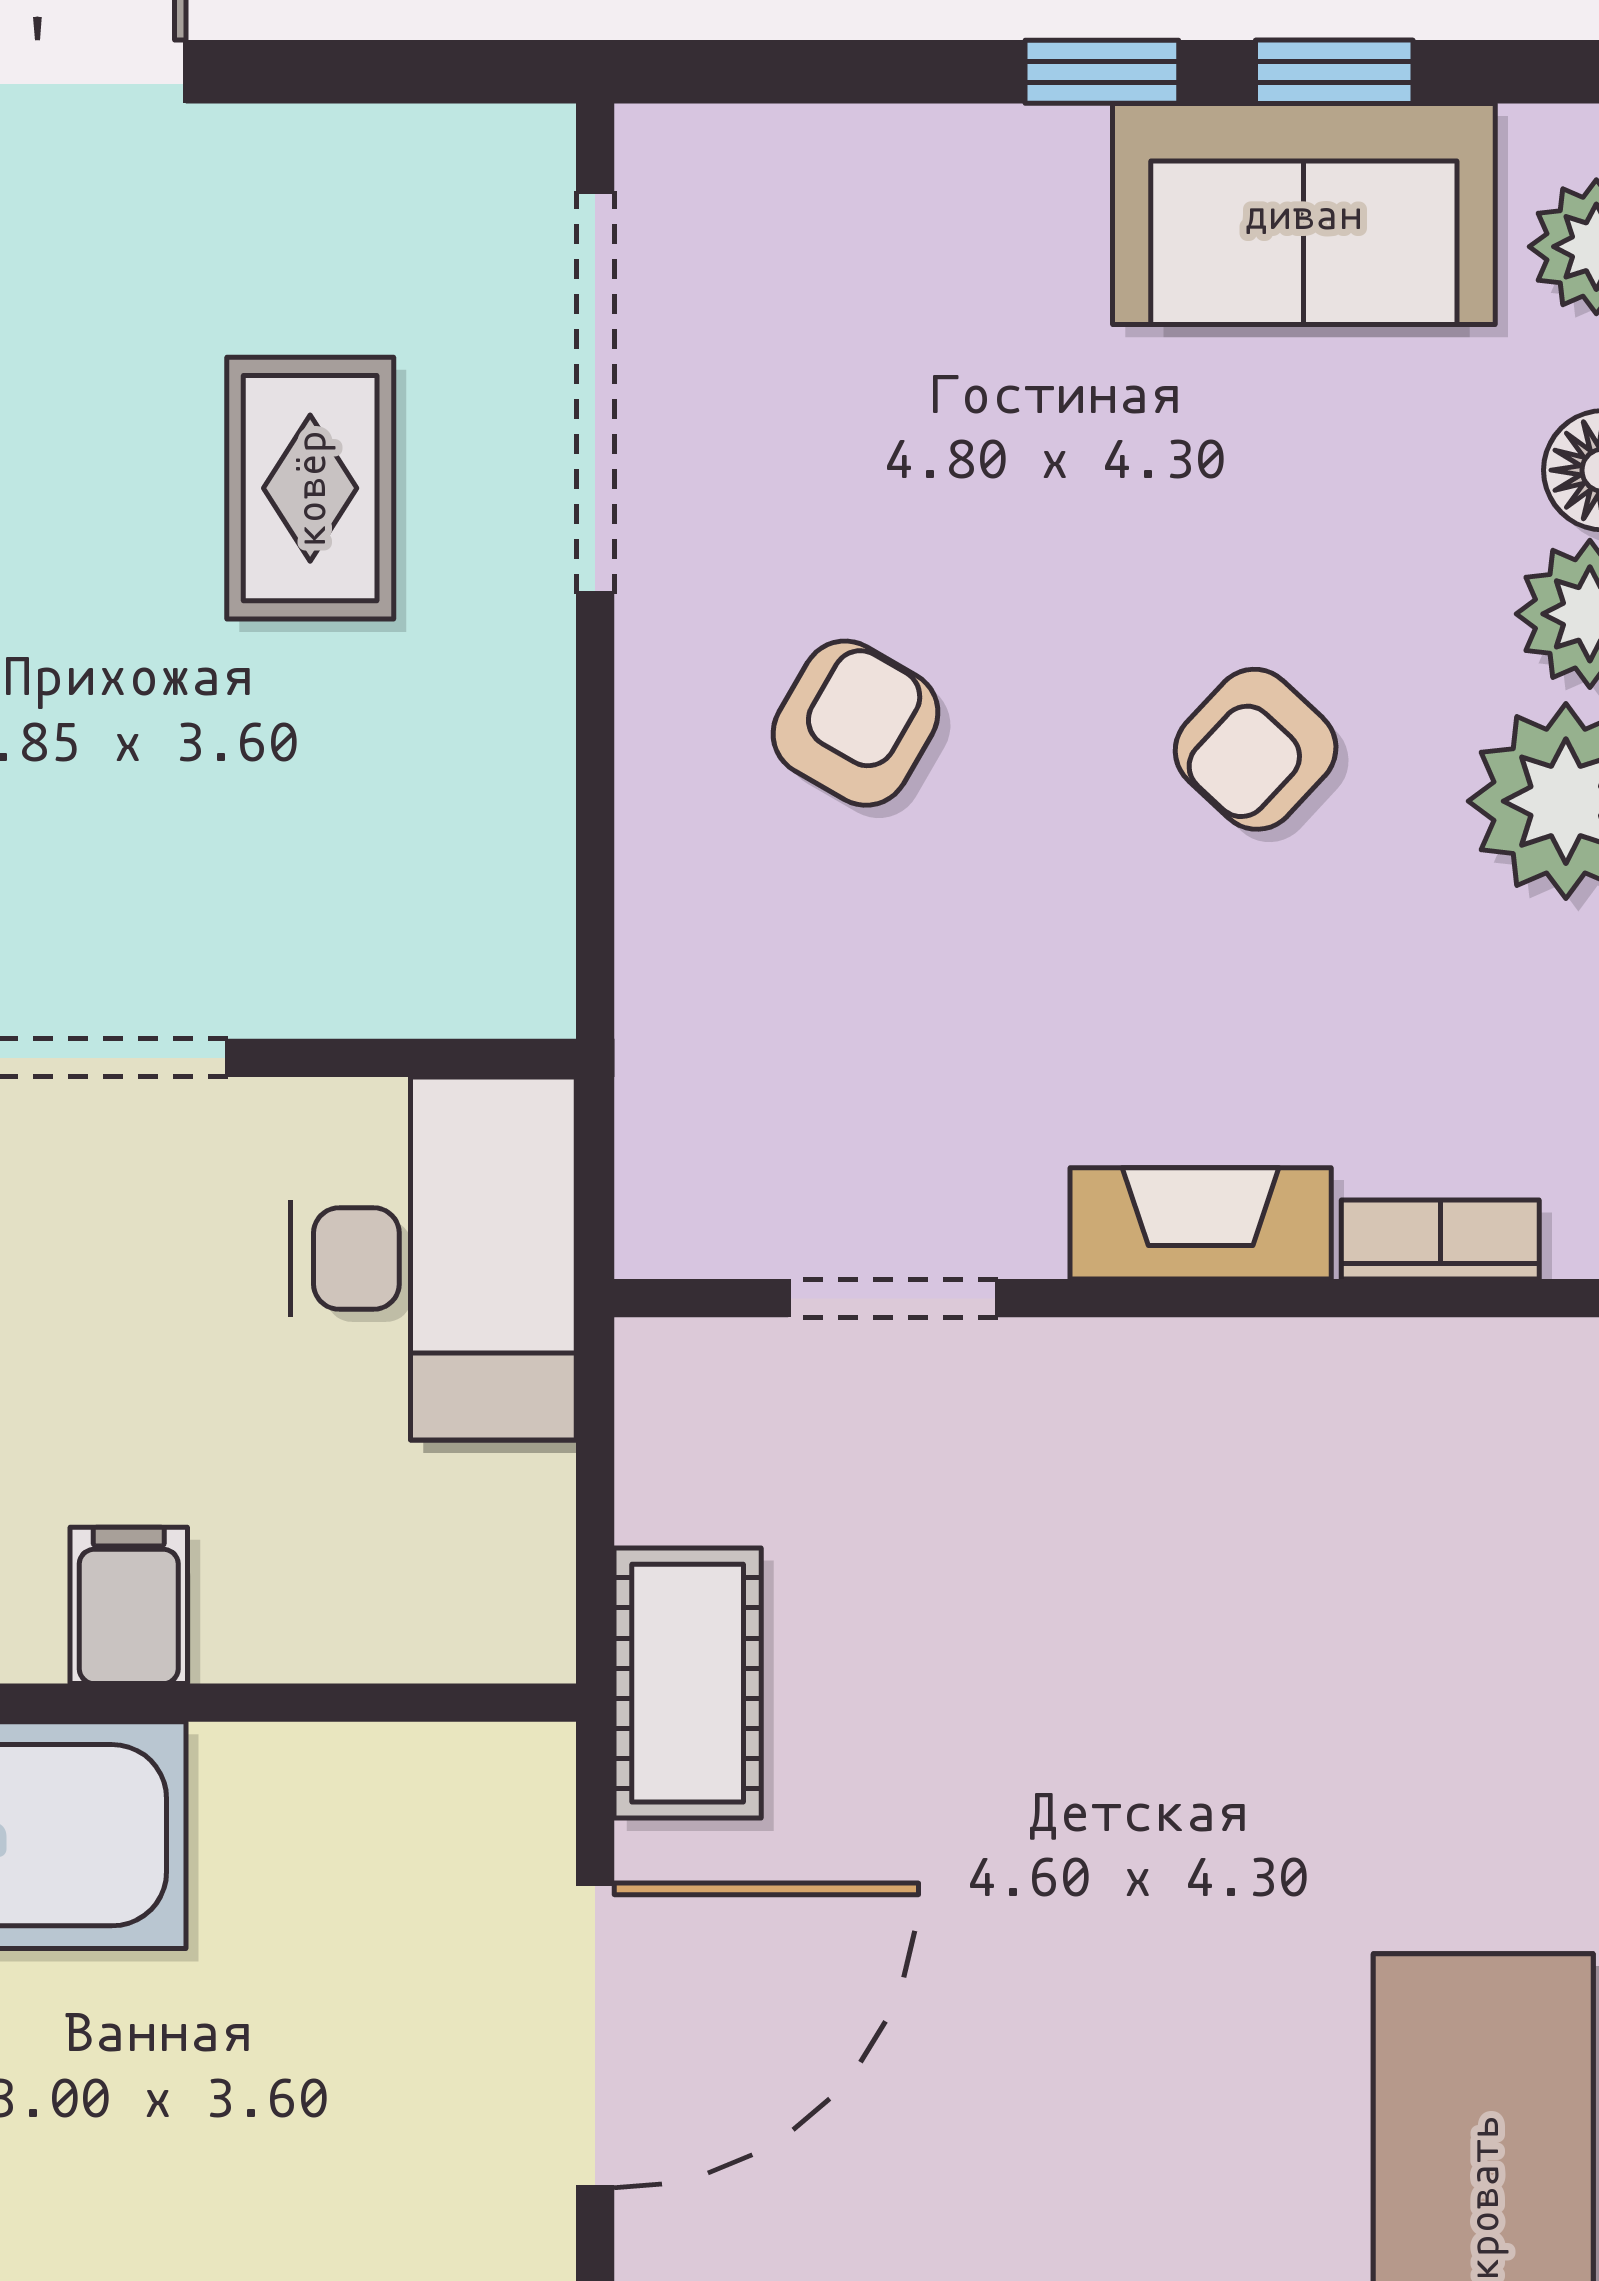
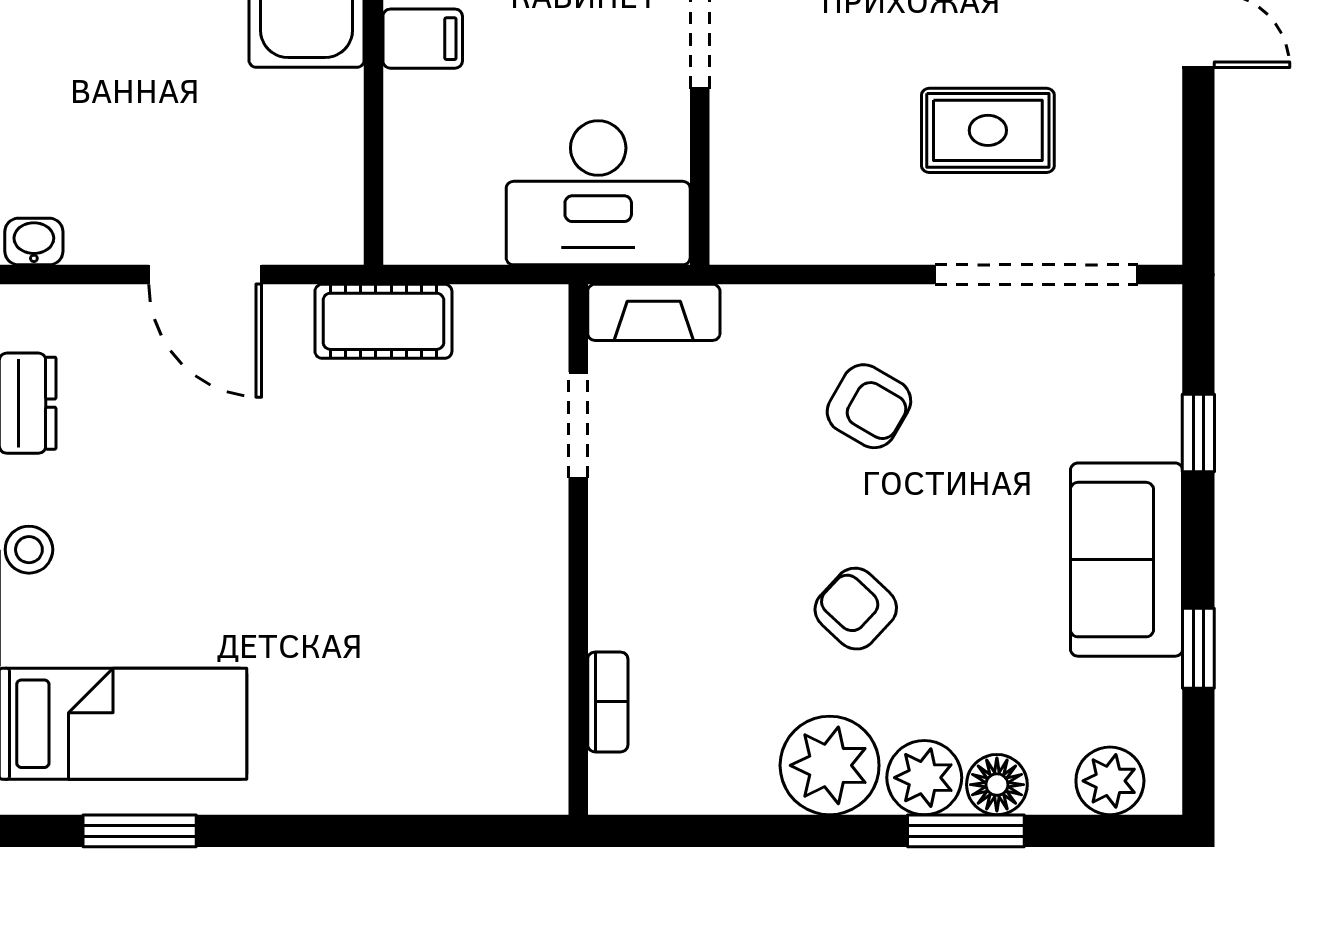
window: (1102, 72) -> (1198, 433), moved
sofa: (1304, 214) -> (1127, 560), moved
fireplace: (1201, 1223) -> (654, 312), moved, turned 90
door: (595, 2035) -> (205, 275), width x0.73

